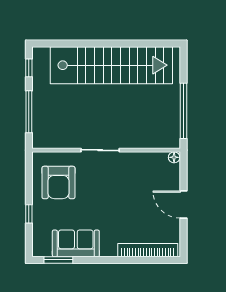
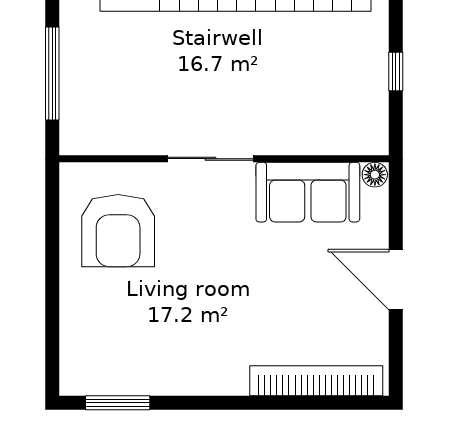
window: (184, 111) -> (396, 71), width x0.32
window: (29, 214) -> (52, 300), removed
sofa: (76, 243) -> (308, 192), moved, turned 180

